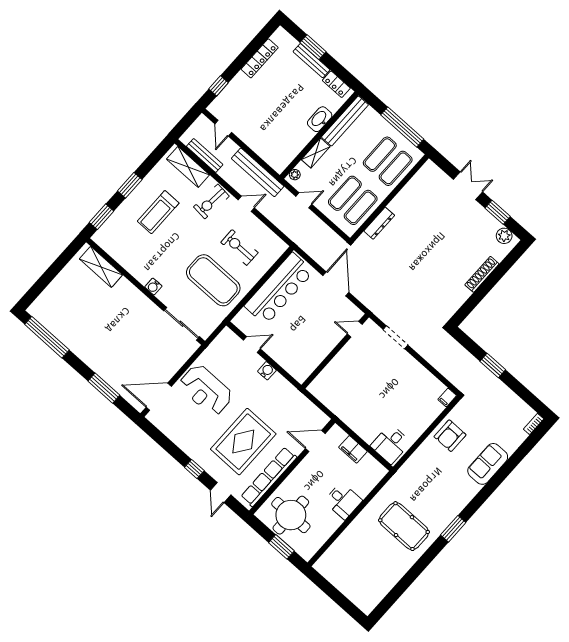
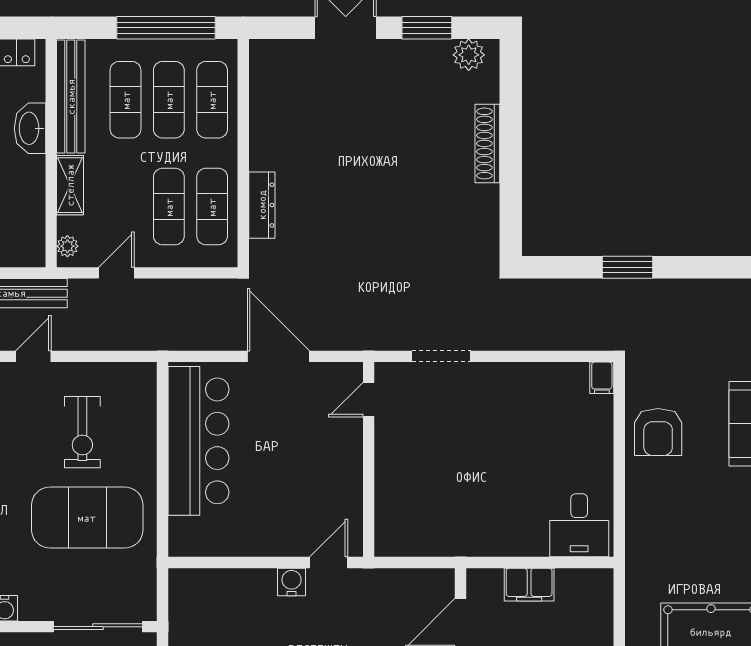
exercise mat: (364, 140) -> (126, 100), added
exercise bike: (239, 248) -> (82, 432), turned -90
door: (252, 345) -> (329, 563), moved

